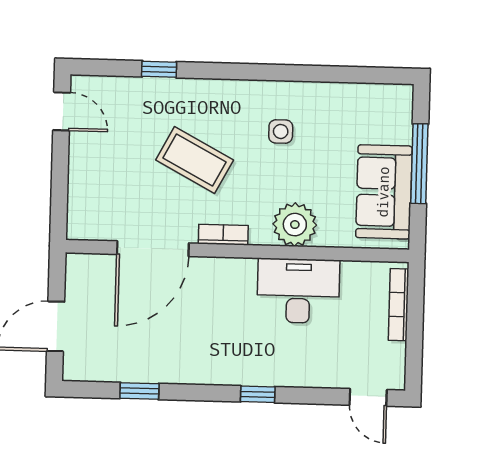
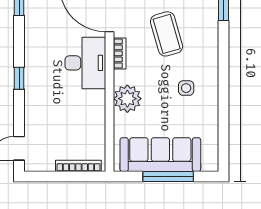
coffee table: (195, 160) -> (167, 34), turned -44
sofa: (384, 192) -> (160, 155), width x1.36
desk: (298, 291) -> (85, 63), moved

